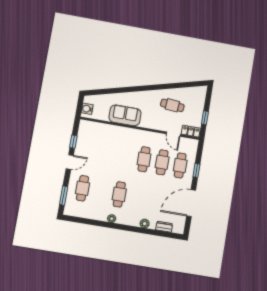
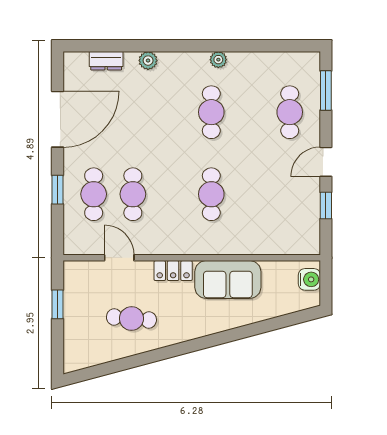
locker: (191, 131) -> (173, 271), moved
cafe table: (144, 159) -> (211, 194), moved

